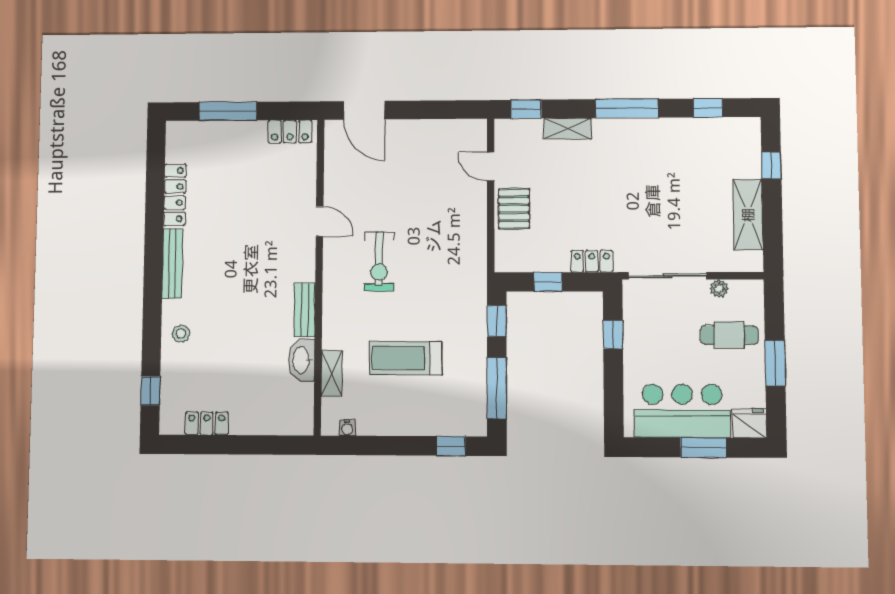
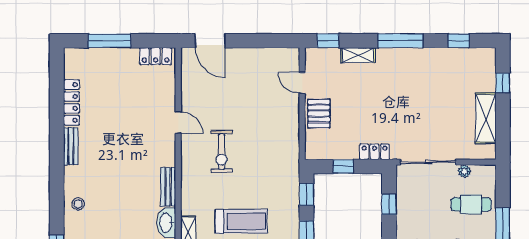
bench: (172, 264) -> (71, 146), width x0.73
treadmill: (405, 358) -> (241, 221), turned 180

